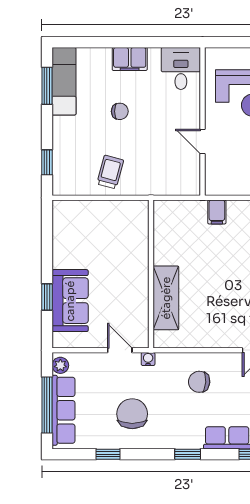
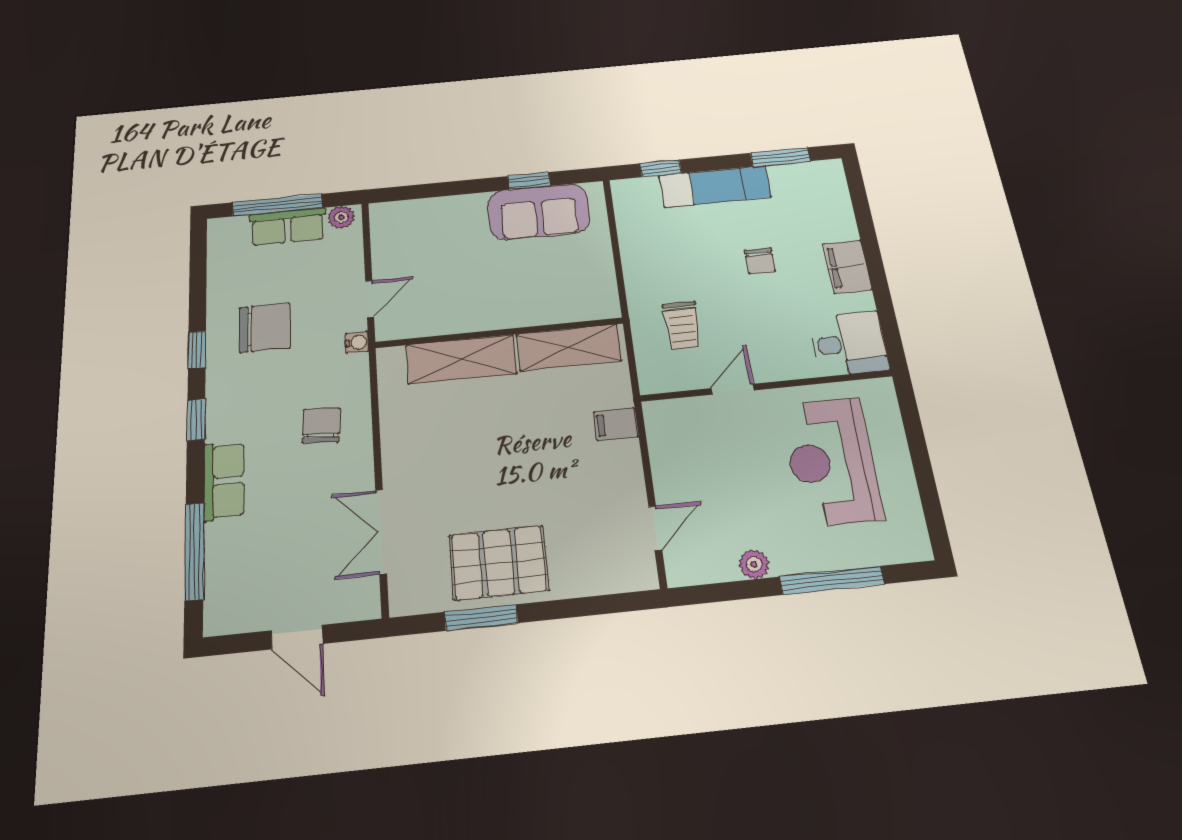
exam couch: (64, 81) -> (715, 186), moved
trolley: (110, 172) -> (682, 325), moved, turned 75
shelving: (165, 234) -> (569, 347), added
window: (47, 297) -> (529, 181), moved
sofa: (70, 301) -> (539, 212), moved
row of seats: (63, 410) -> (288, 227), width x0.68
window: (108, 454) -> (197, 350), moved

